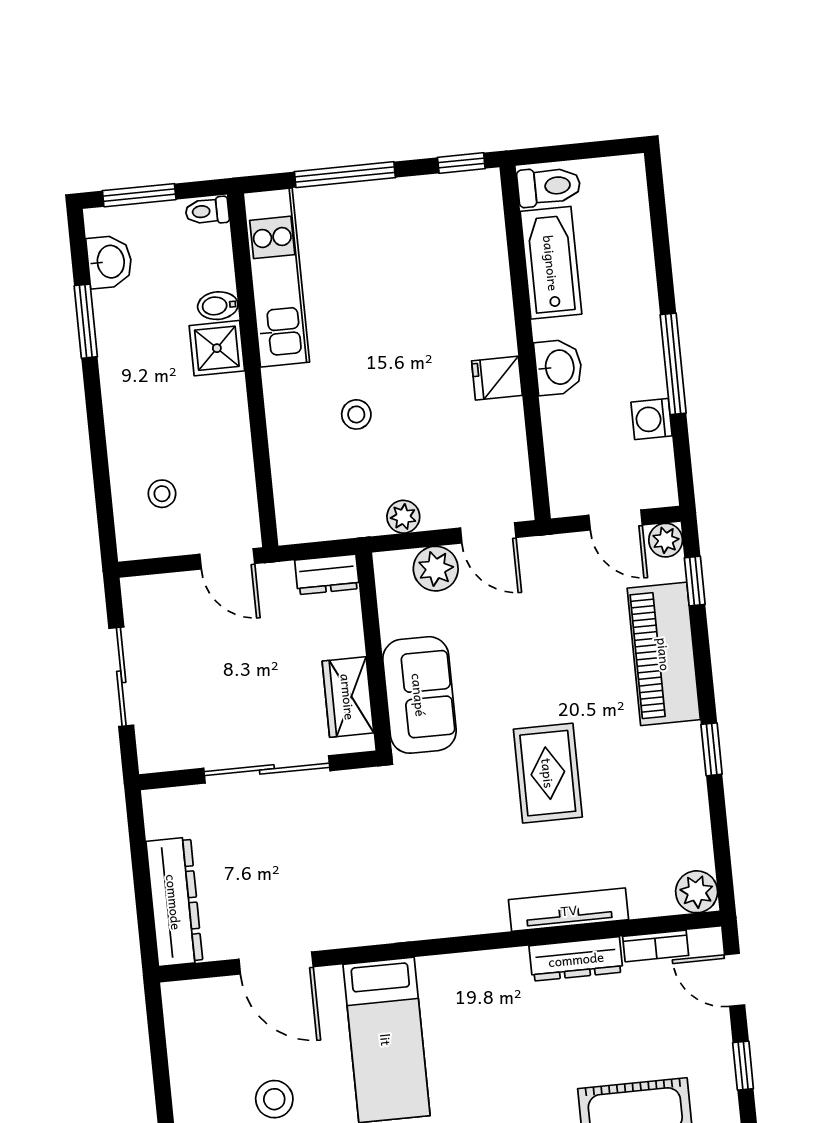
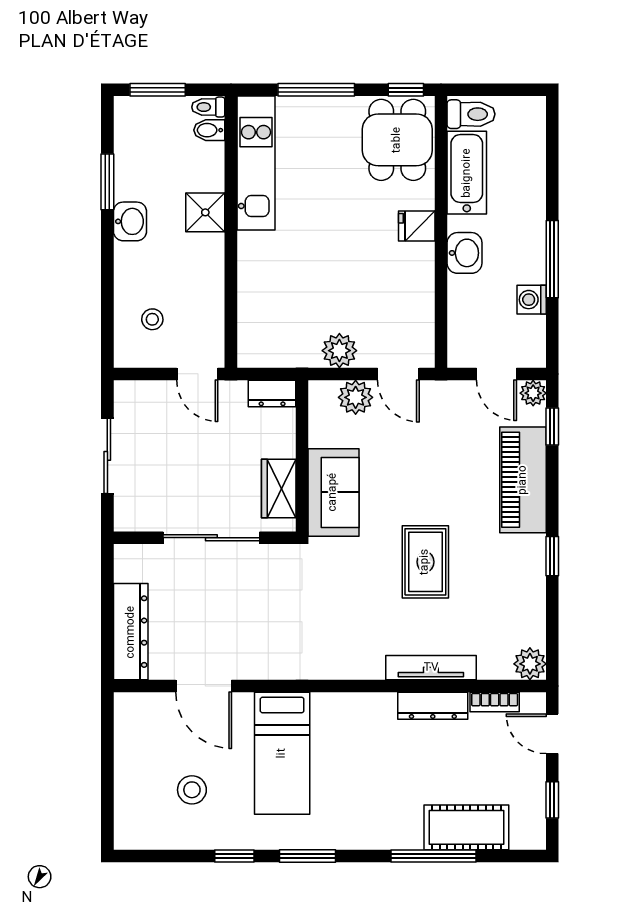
dining table: (457, 229) -> (397, 140), added
washbasin: (110, 262) -> (130, 221), moved
bidet: (218, 306) -> (209, 130), moved
fridge: (497, 378) -> (417, 226), moved
stool: (356, 414) -> (307, 274), removed
plant: (403, 517) -> (339, 351), width x1.38, depth x1.38

